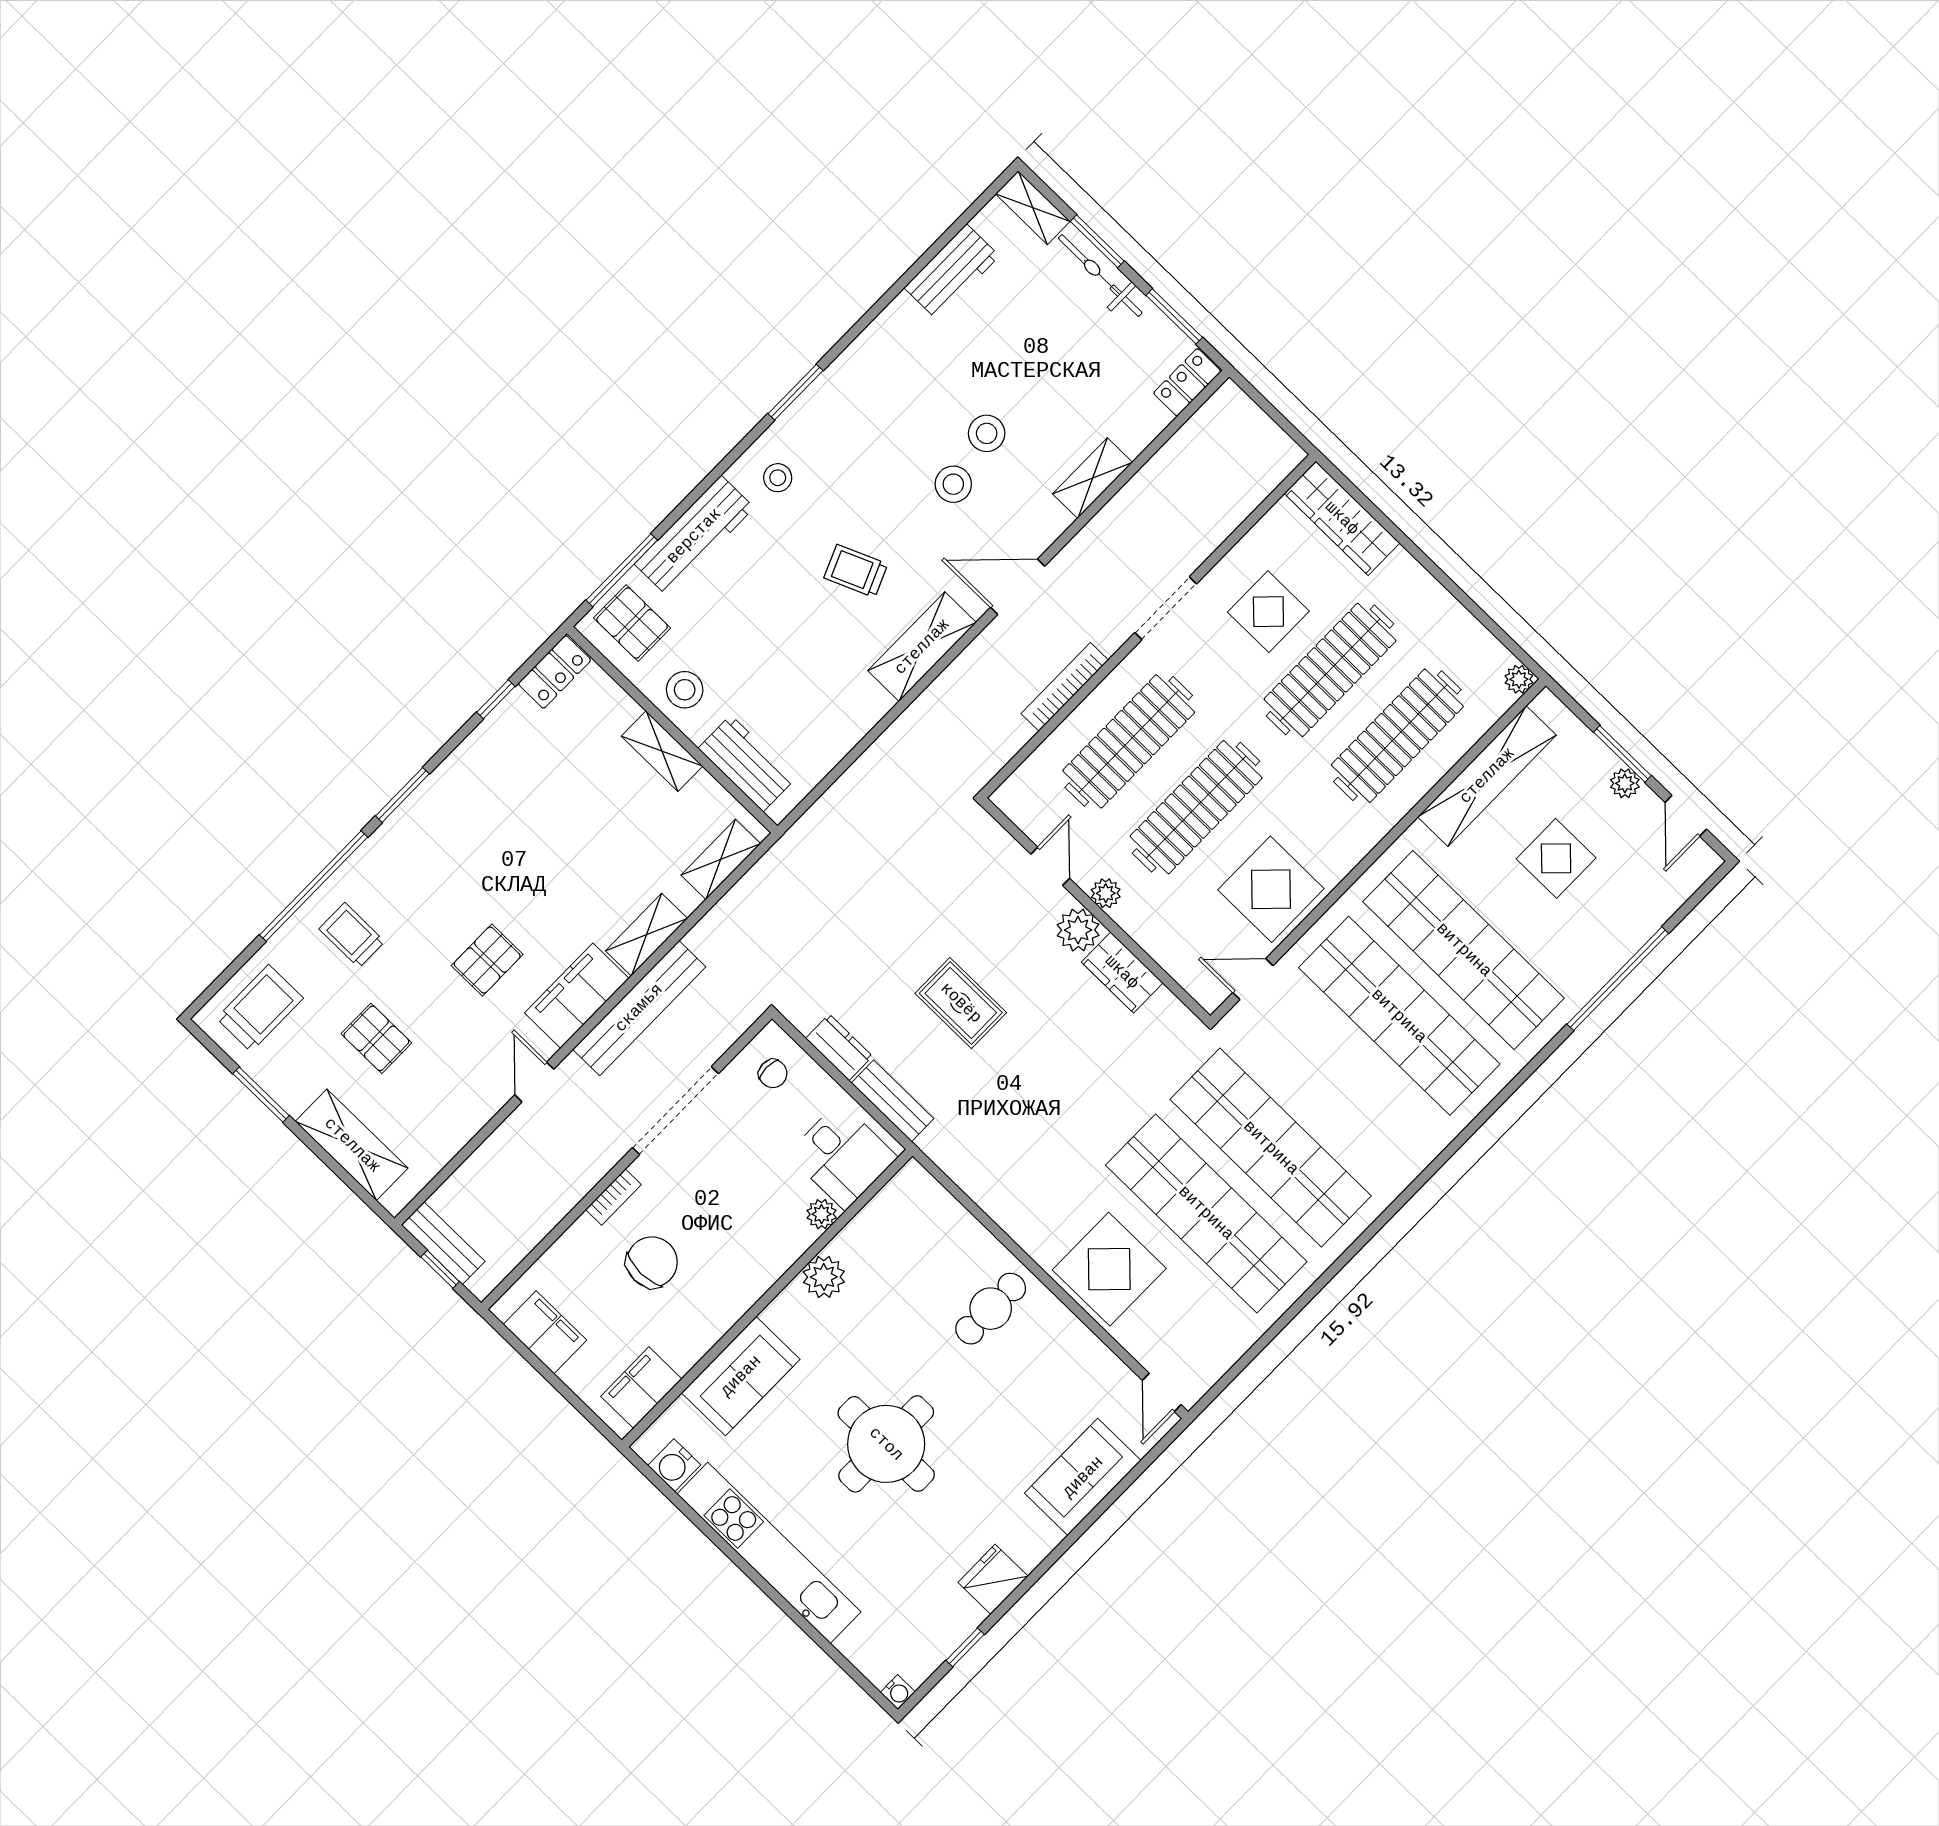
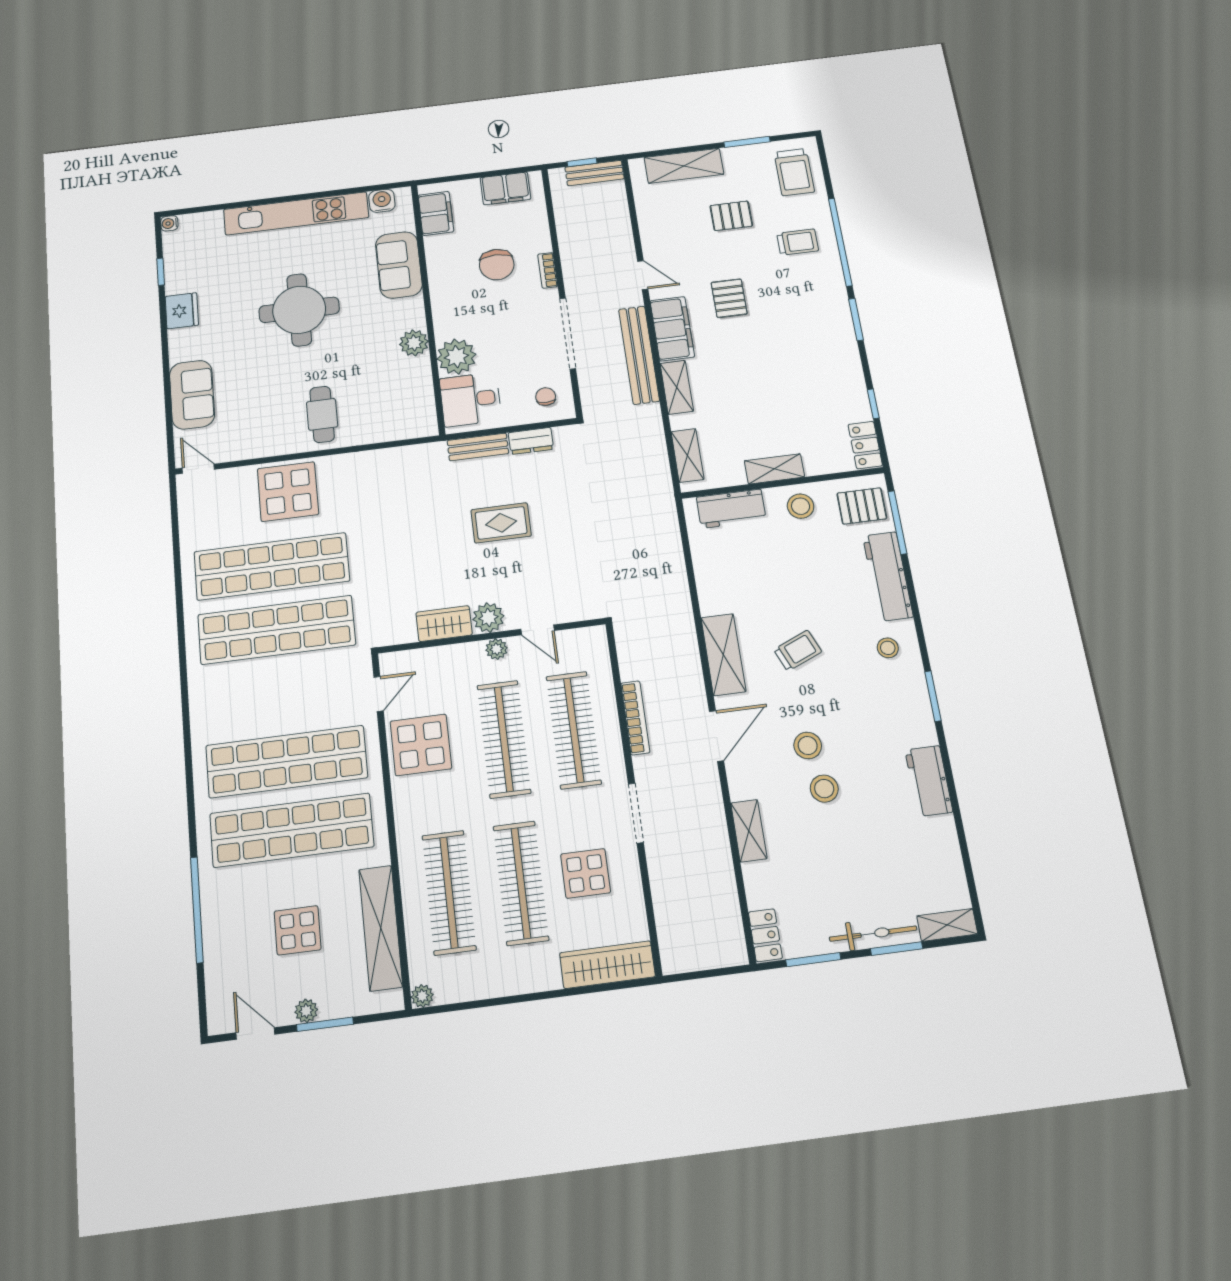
workbench: (952, 272) -> (929, 781), moved
chair: (773, 1074) -> (546, 397), turned 90
plant: (822, 1214) -> (456, 357), width x1.87, depth x1.87

